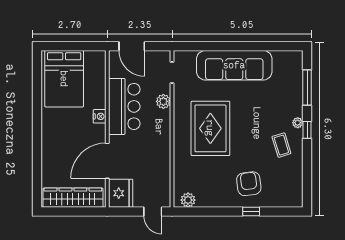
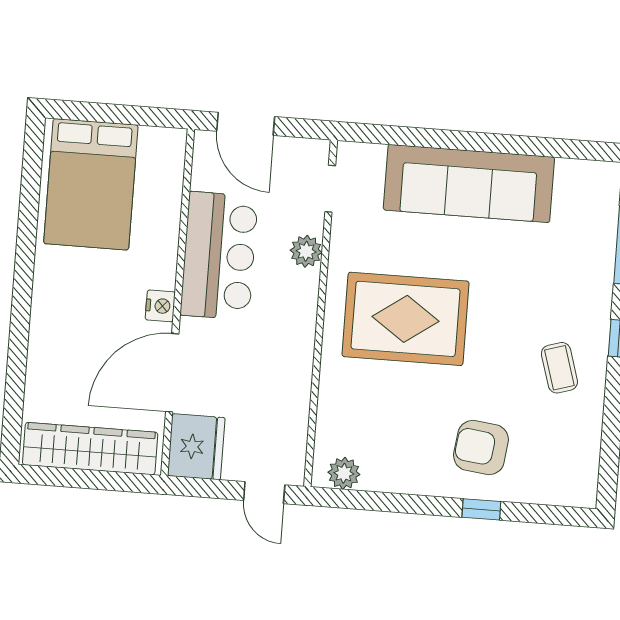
nightstand: (100, 116) -> (160, 306), moved
plant: (298, 123) -> (599, 321), removed
rug: (210, 128) -> (406, 319), turned 90
armchair: (249, 184) -> (481, 448), turned -76

